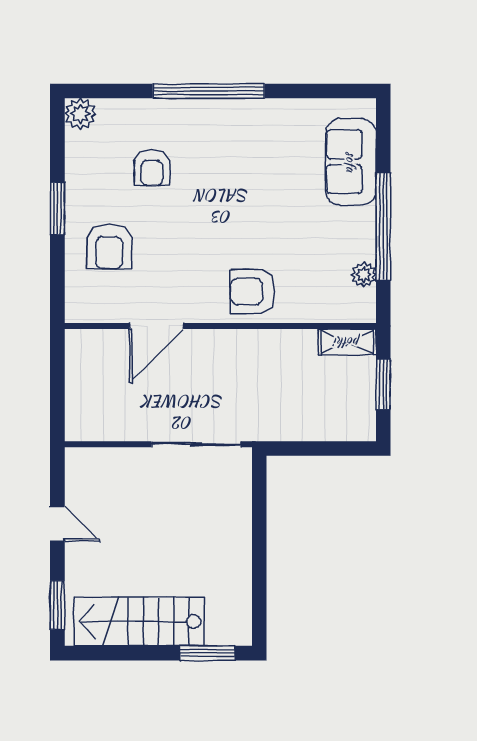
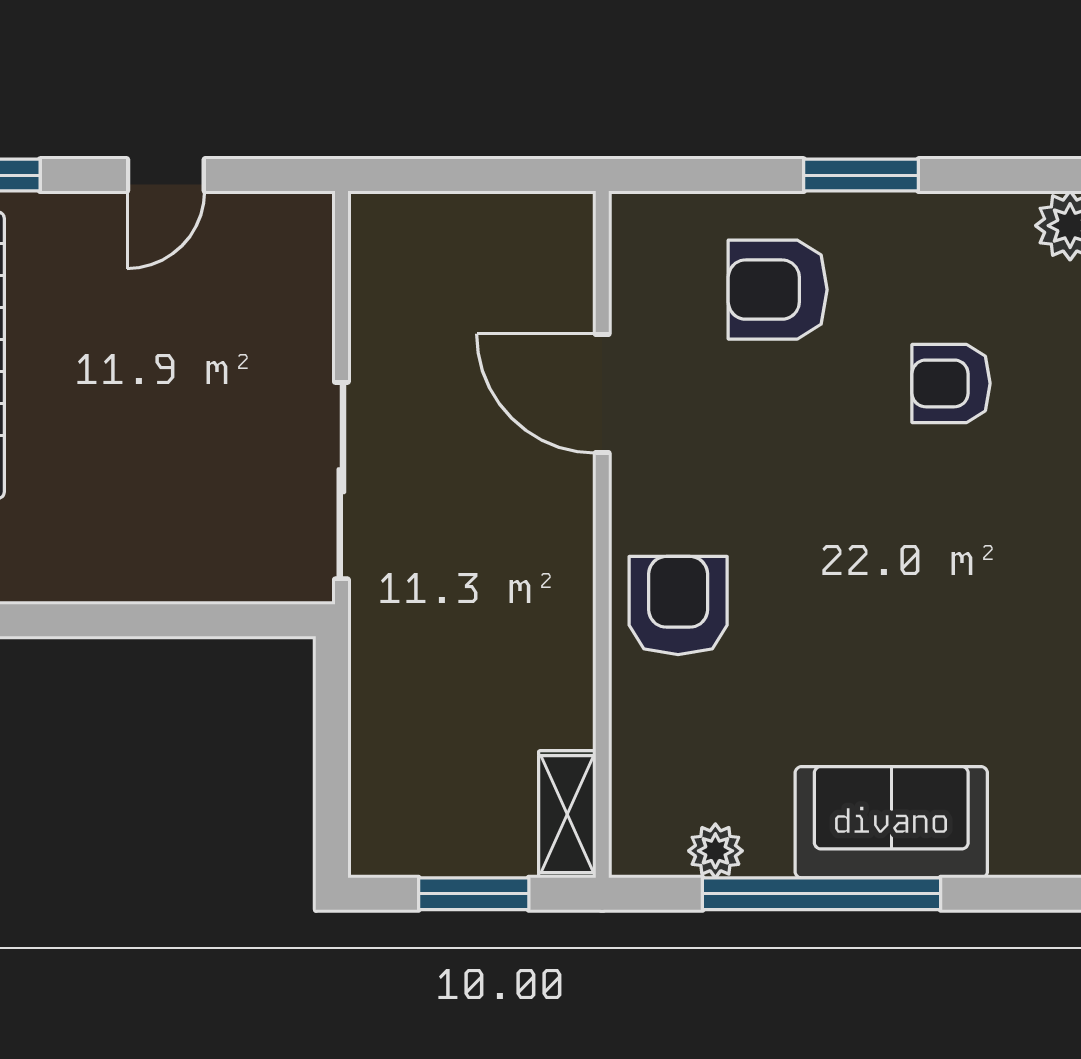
sofa: (351, 162) -> (891, 822), moved

